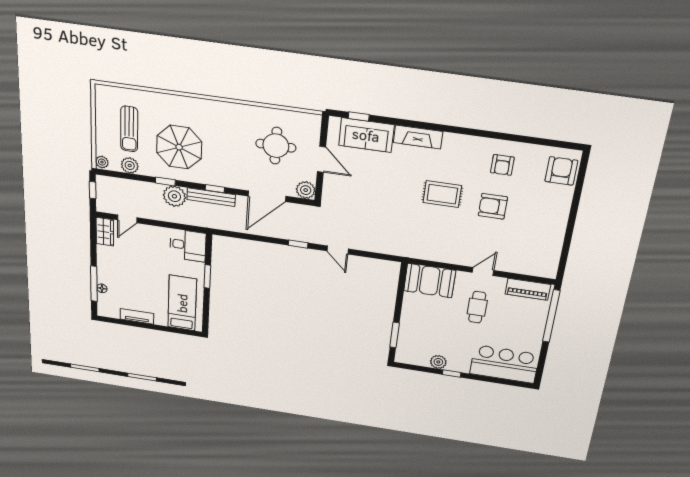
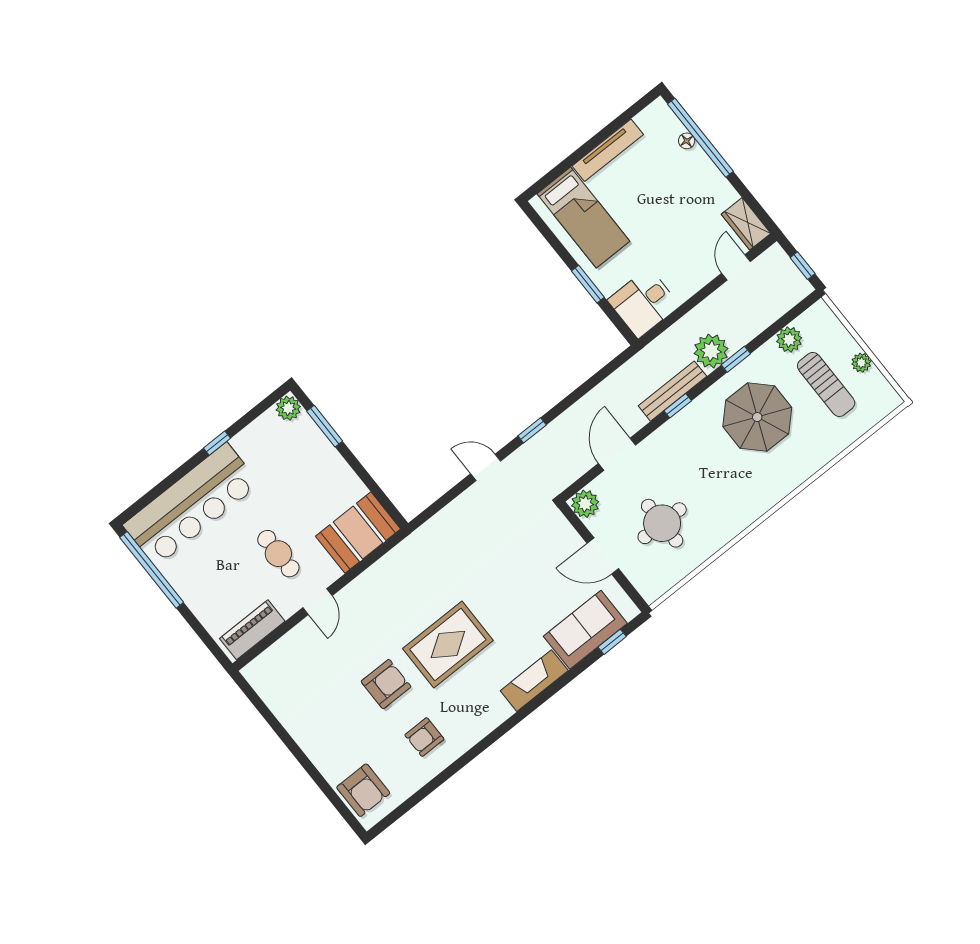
sun lounger: (129, 129) -> (826, 384), turned 180
plant: (102, 162) -> (861, 363), moved
armchair: (502, 165) -> (424, 737), turned -90
rug: (442, 194) -> (448, 645), width x1.36, depth x1.43
door: (267, 196) -> (617, 454), width x0.73
window: (94, 284) -> (700, 138), width x1.46
tv unit: (137, 316) -> (608, 150), width x1.41
window: (551, 316) -> (152, 570), moved
plant: (438, 362) -> (288, 408), moved
bar counter: (504, 364) -> (191, 505), width x1.36

